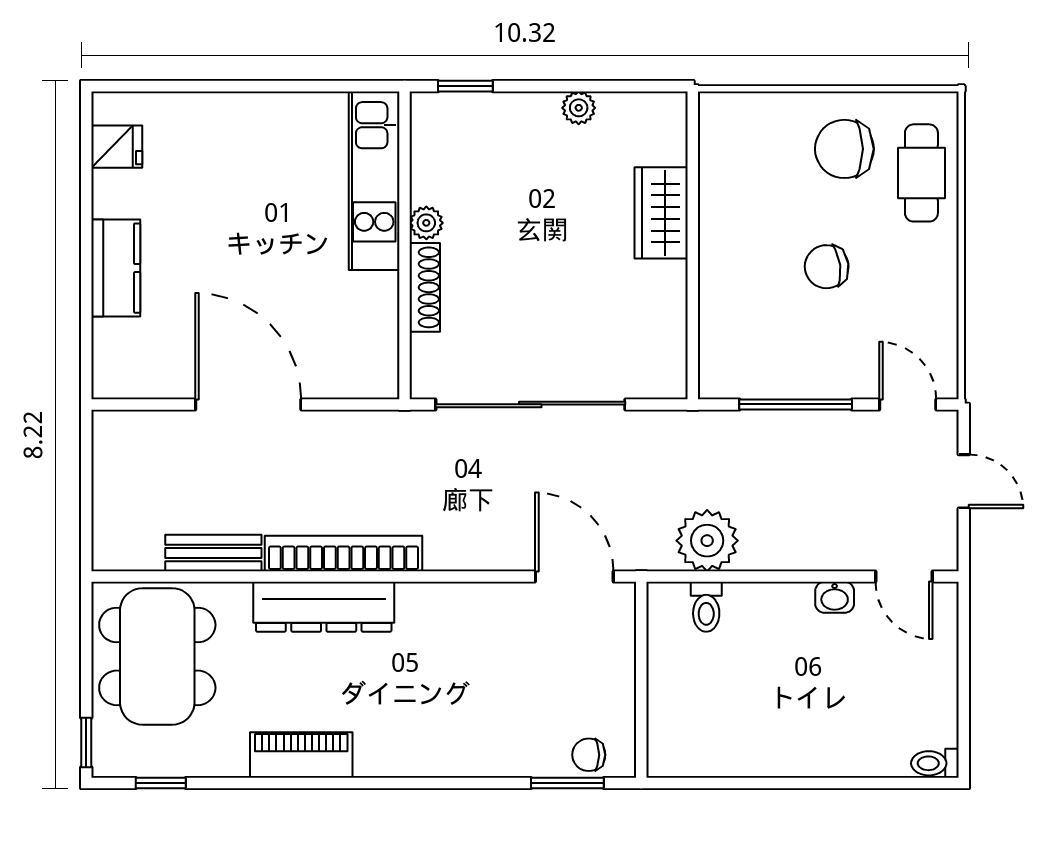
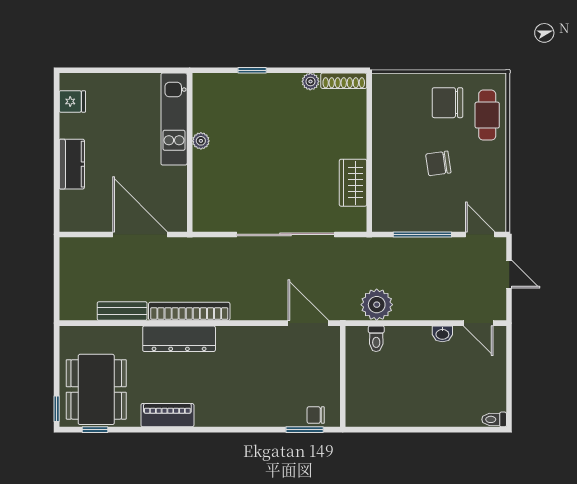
kitchen unit: (374, 181) -> (174, 119), moved
wardrobe: (661, 213) -> (353, 183), moved
plant: (426, 223) -> (201, 141), moved
wall: (405, 245) -> (190, 152), moved
shoe rack: (425, 287) -> (344, 81), moved, turned 90
dining table: (157, 656) -> (96, 389), moved

